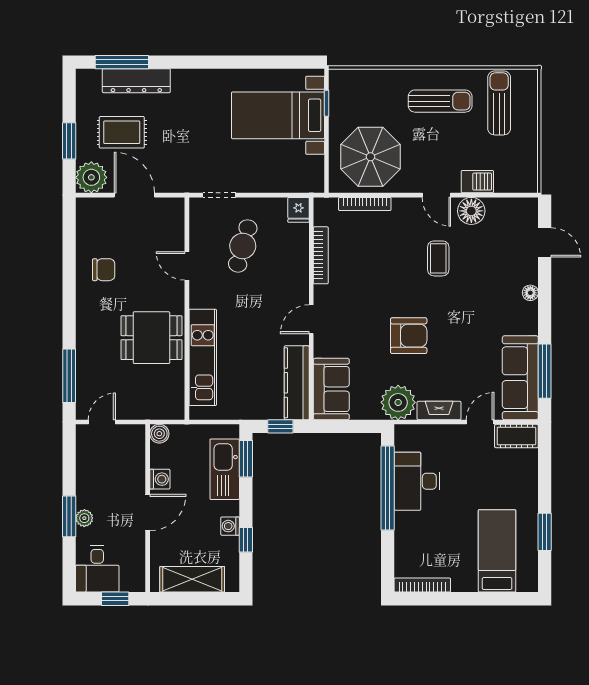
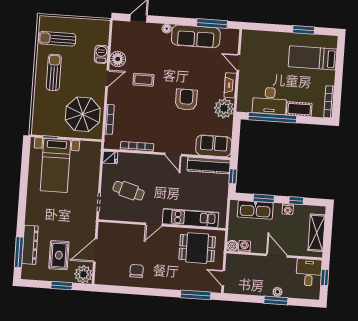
door: (187, 266) -> (154, 224), moved
dining table: (151, 338) -> (197, 248), moved, turned 90
sofa: (520, 378) -> (196, 36), moved
cot: (516, 436) -> (299, 109), moved, turned 90
window: (246, 459) -> (264, 198), moved
washing machine: (160, 479) -> (244, 246), moved
desk: (97, 569) -> (309, 272), moved, turned -90

